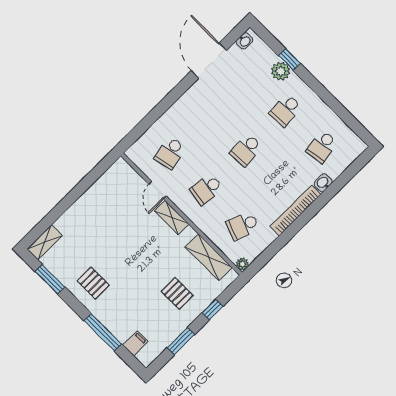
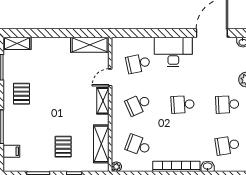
desk: (191, 111) -> (173, 52), added
shelving: (111, 179) -> (90, 45), added
school desk: (206, 189) -> (138, 104), turned -33

